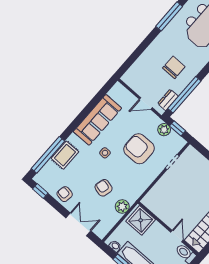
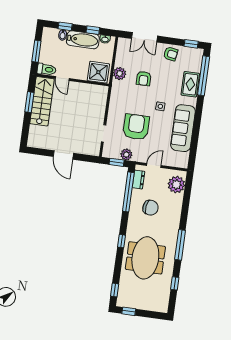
chair: (174, 67) -> (150, 208), turned -82
plant: (137, 73) -> (176, 185), added
armchair: (139, 149) -> (136, 127), turned -90
armchair: (104, 188) -> (144, 79), turned 76

